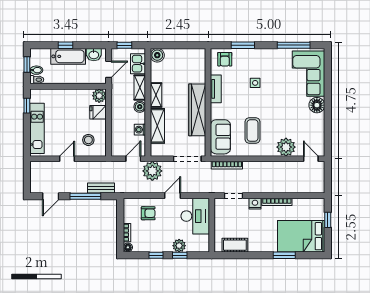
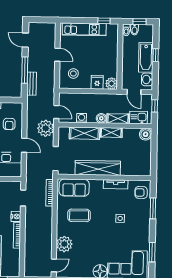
window: (294, 45) -> (152, 252), width x0.69

